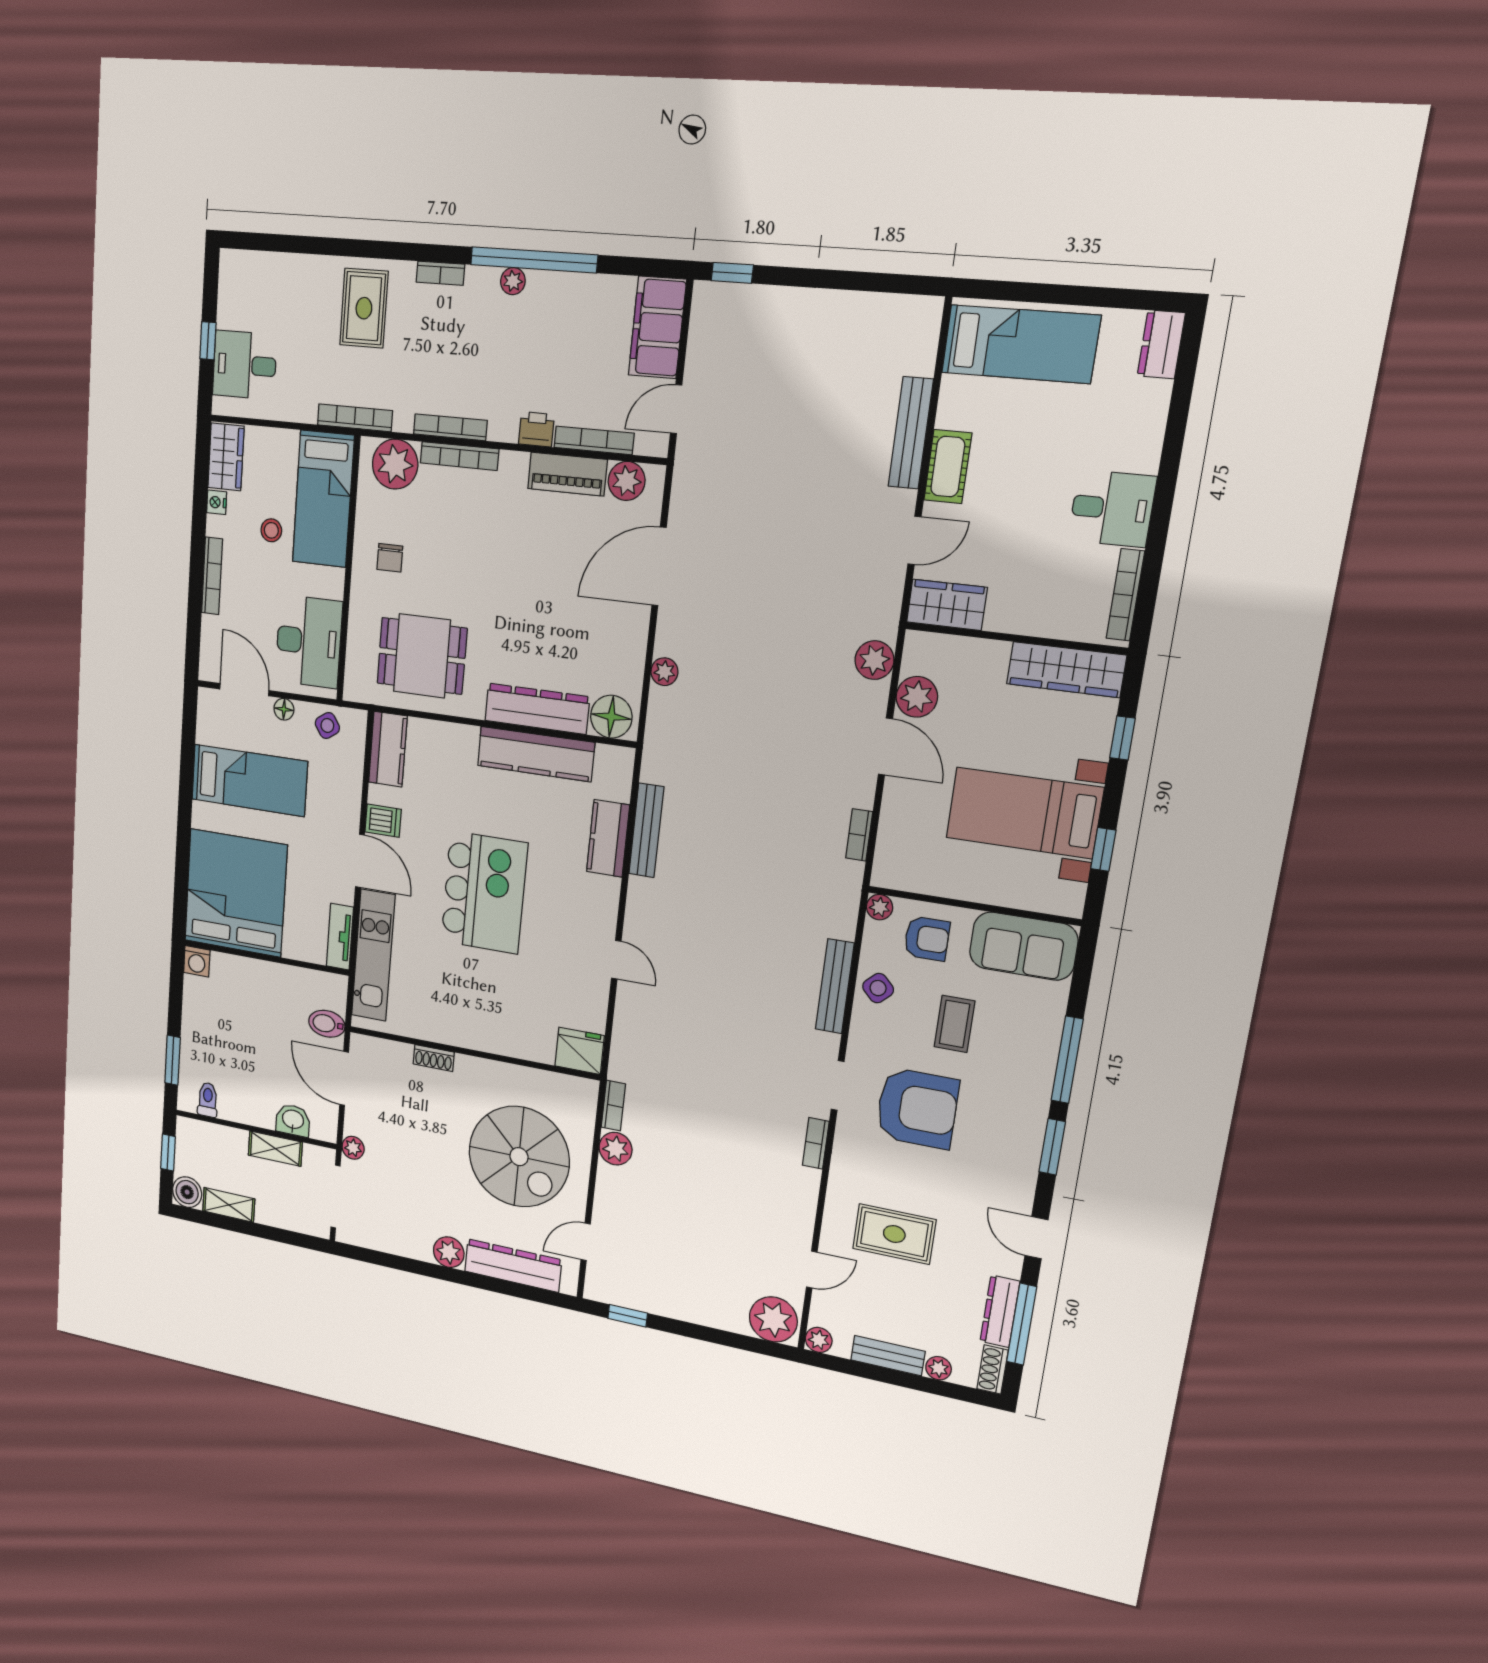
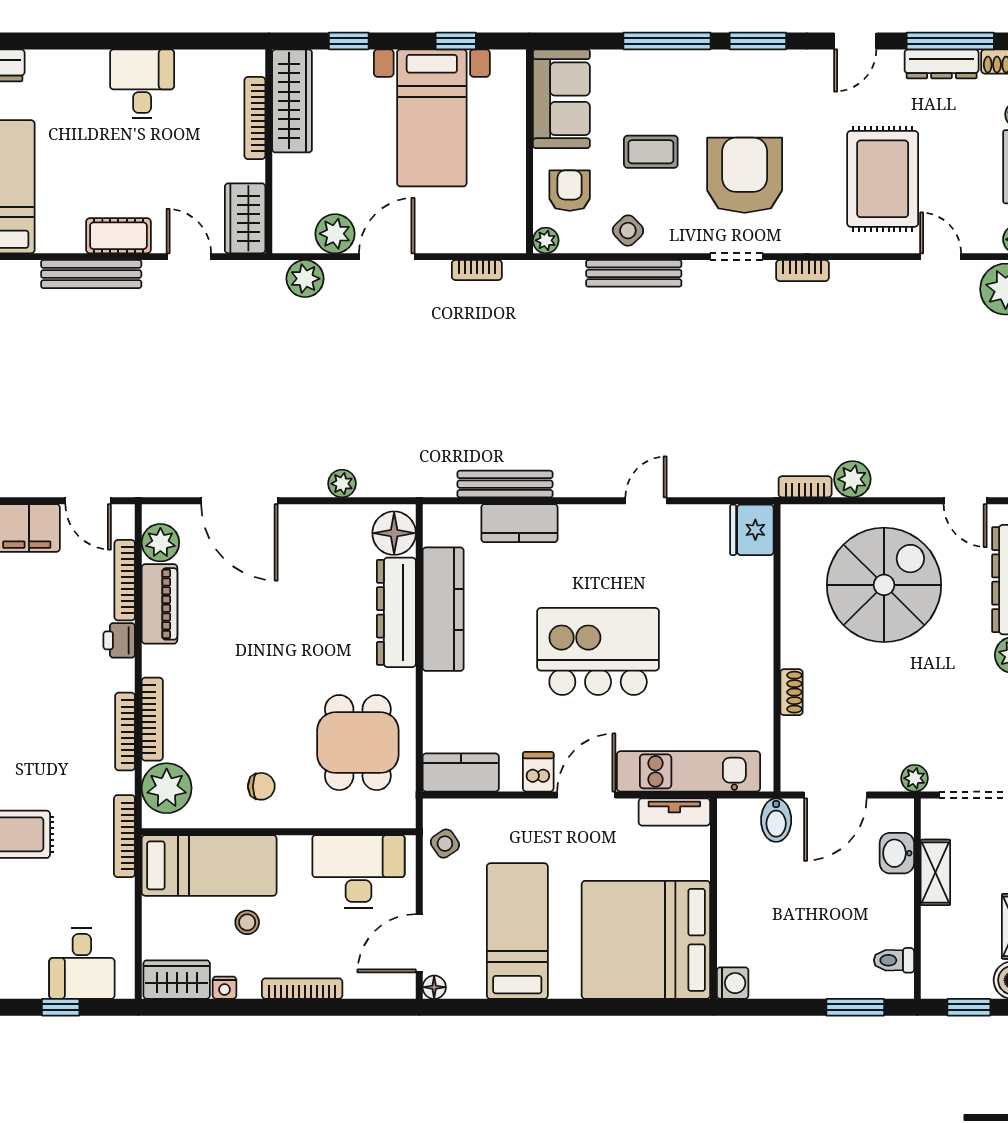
bookcase: (1125, 595) -> (255, 118), moved, turned 90
floor lamp: (284, 709) -> (434, 987), moved
rug: (894, 1234) -> (883, 179), width x1.36, depth x1.43

